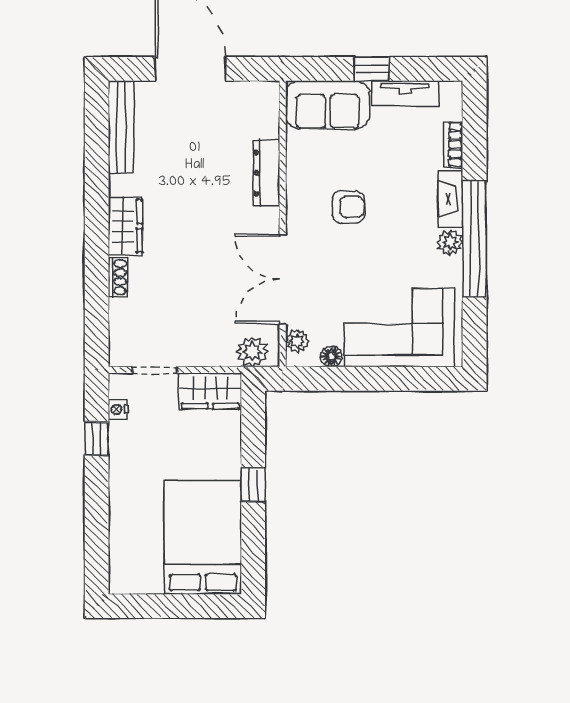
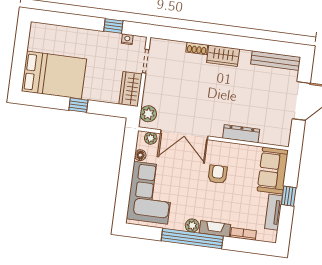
armchair: (348, 207) -> (218, 174), turned 180
double door: (283, 279) -> (184, 135), swing flipped

